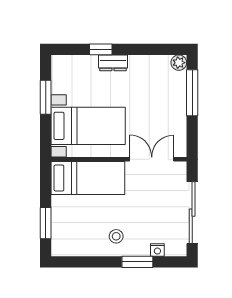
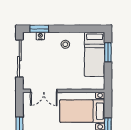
bed: (88, 178) -> (95, 54), moved, turned -90
window: (137, 262) -> (39, 29), moved

